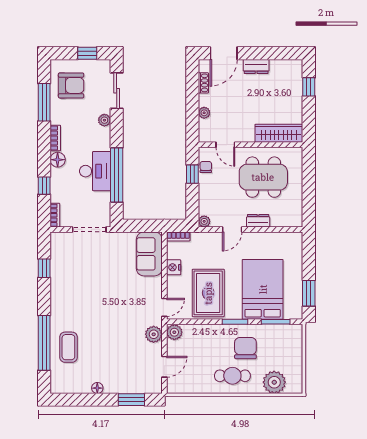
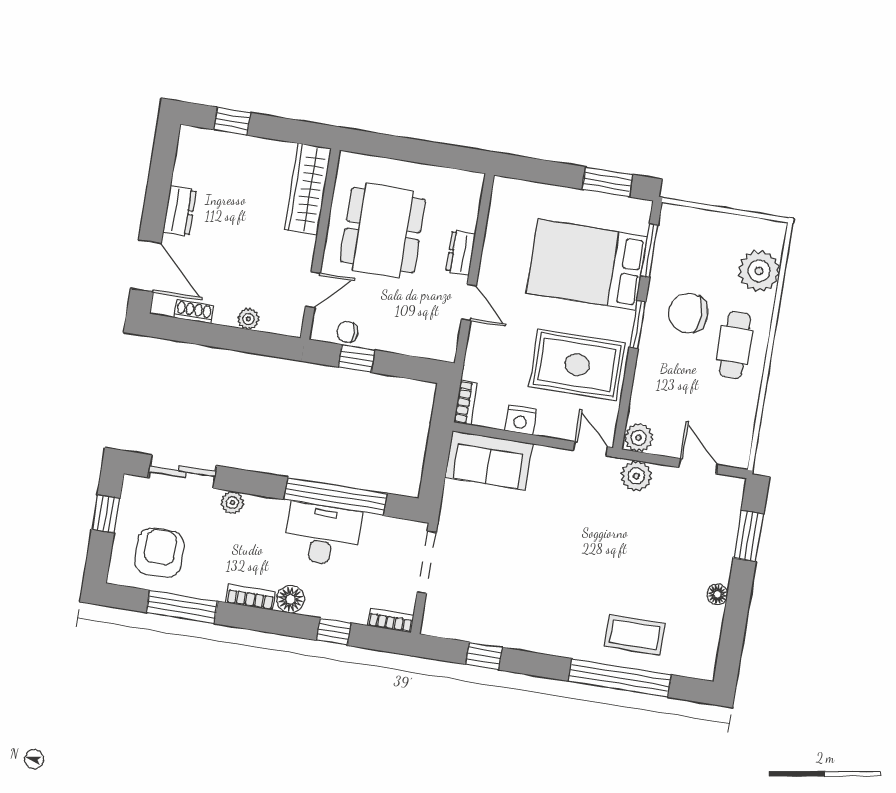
plant: (204, 221) -> (446, 351), removed

